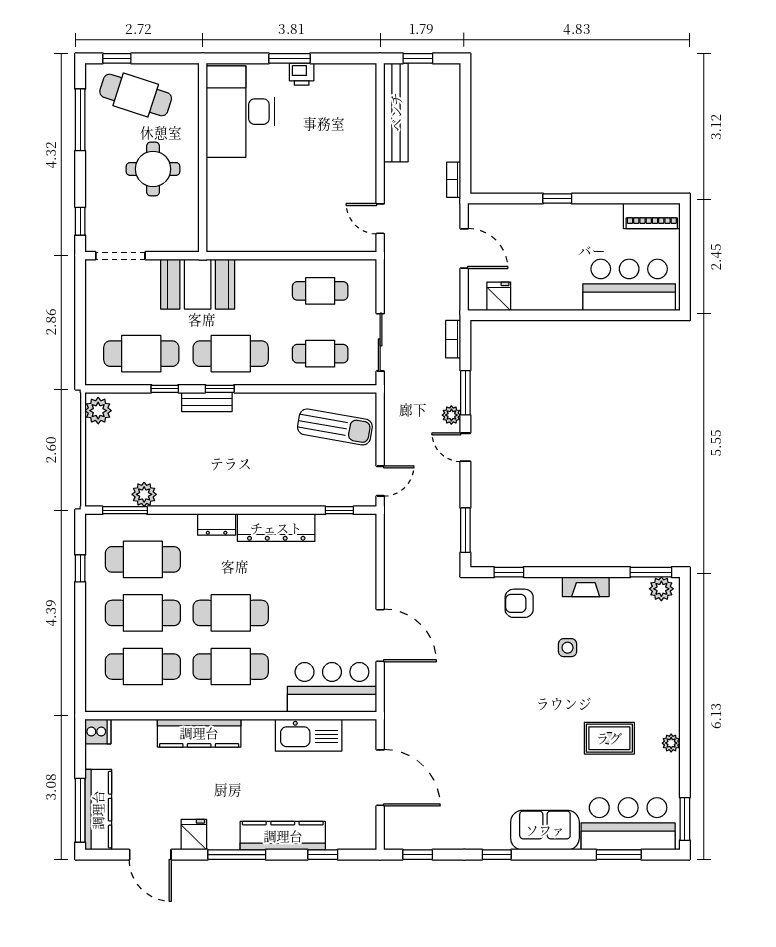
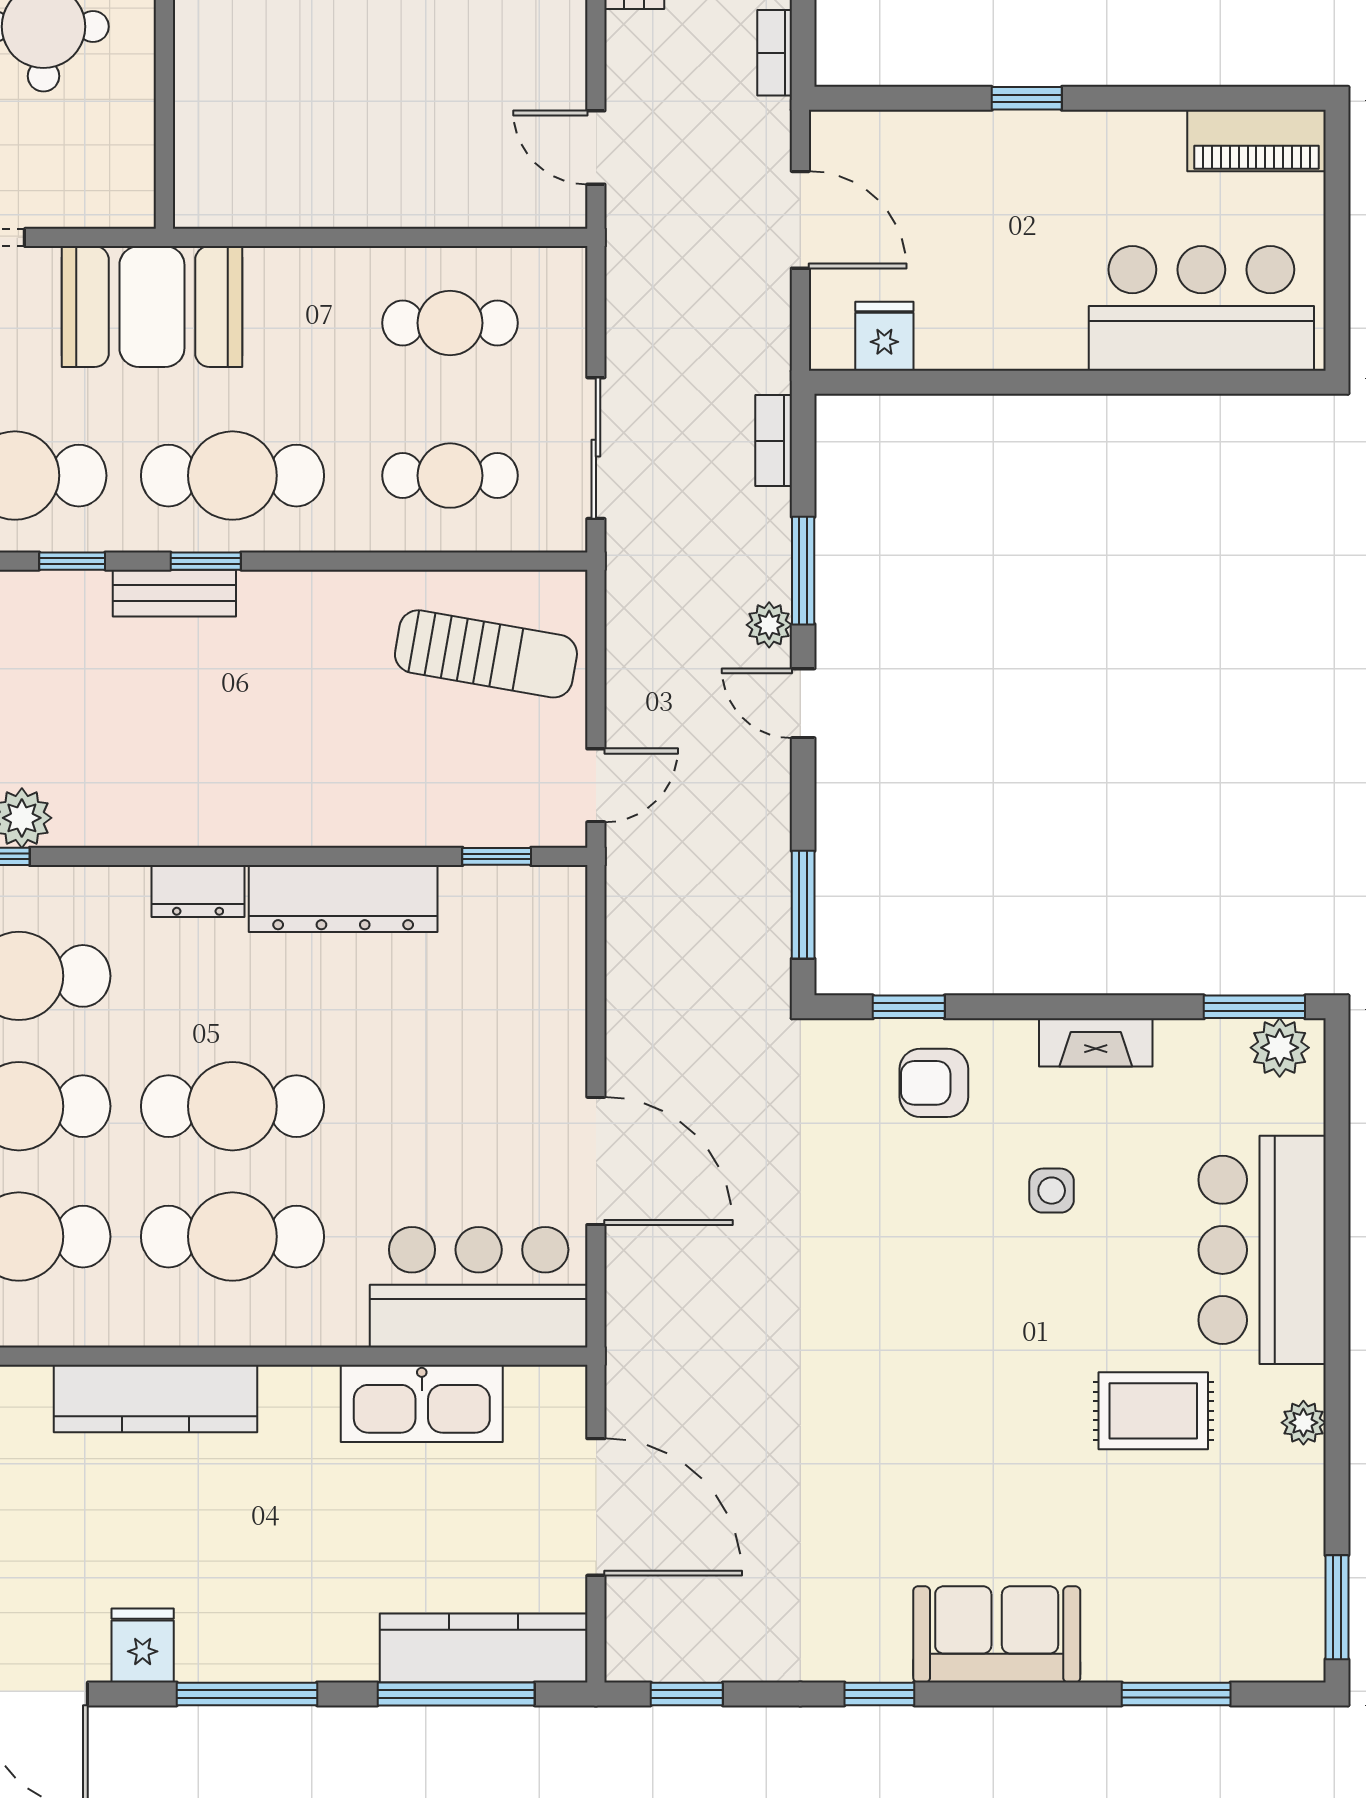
bar counter: (628, 824) -> (1262, 1250), moved, turned -90
kitchen counter: (283, 836) -> (484, 1648), moved
window: (323, 855) -> (456, 1694), width x2.17

